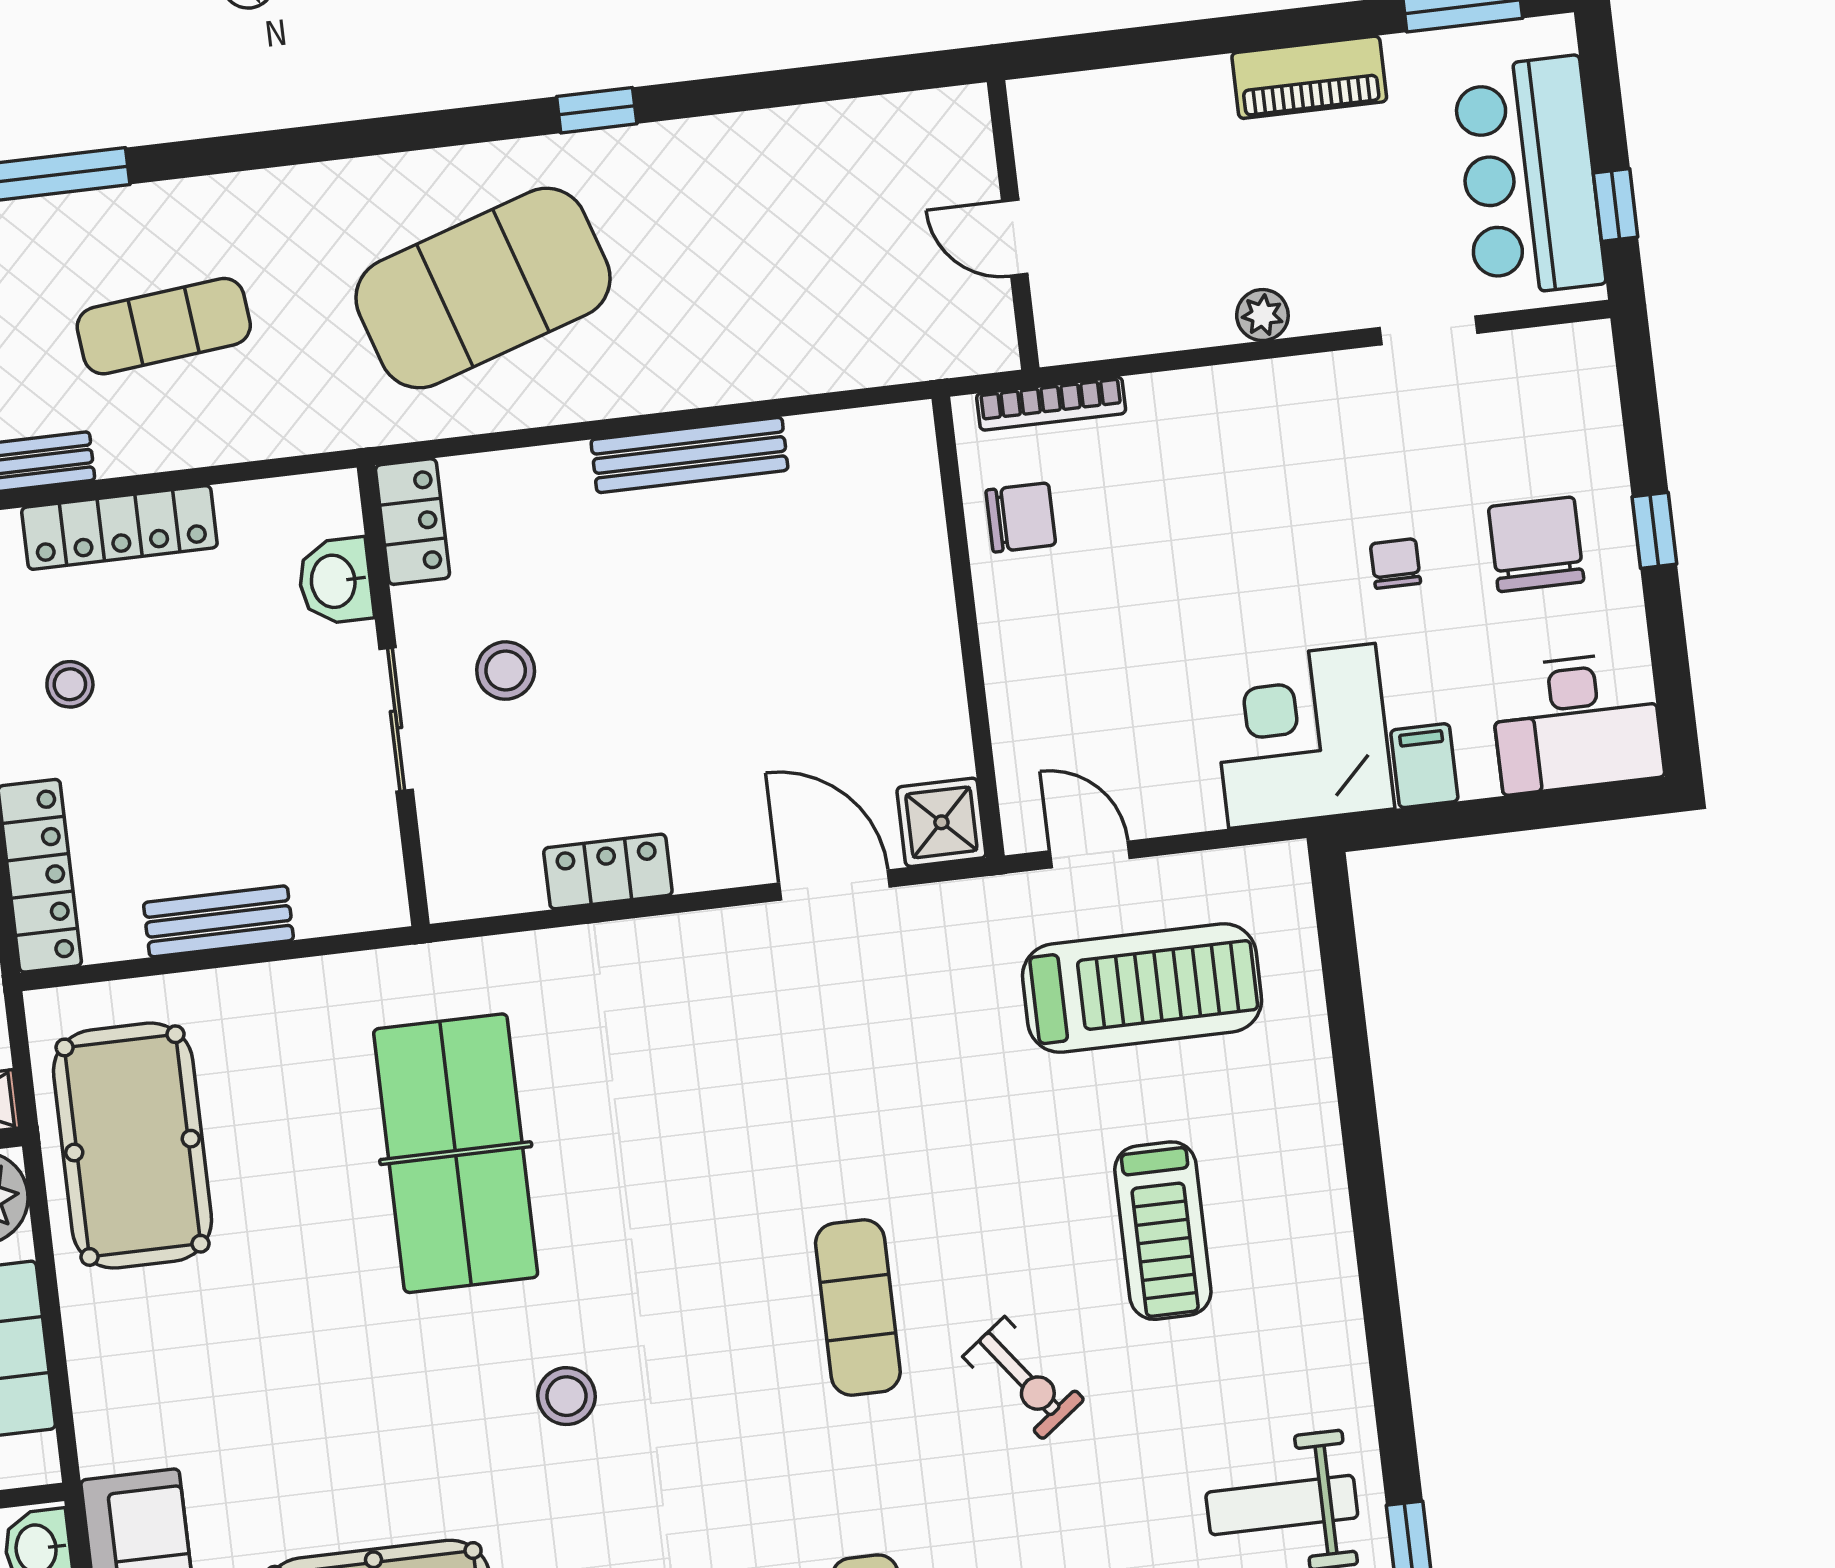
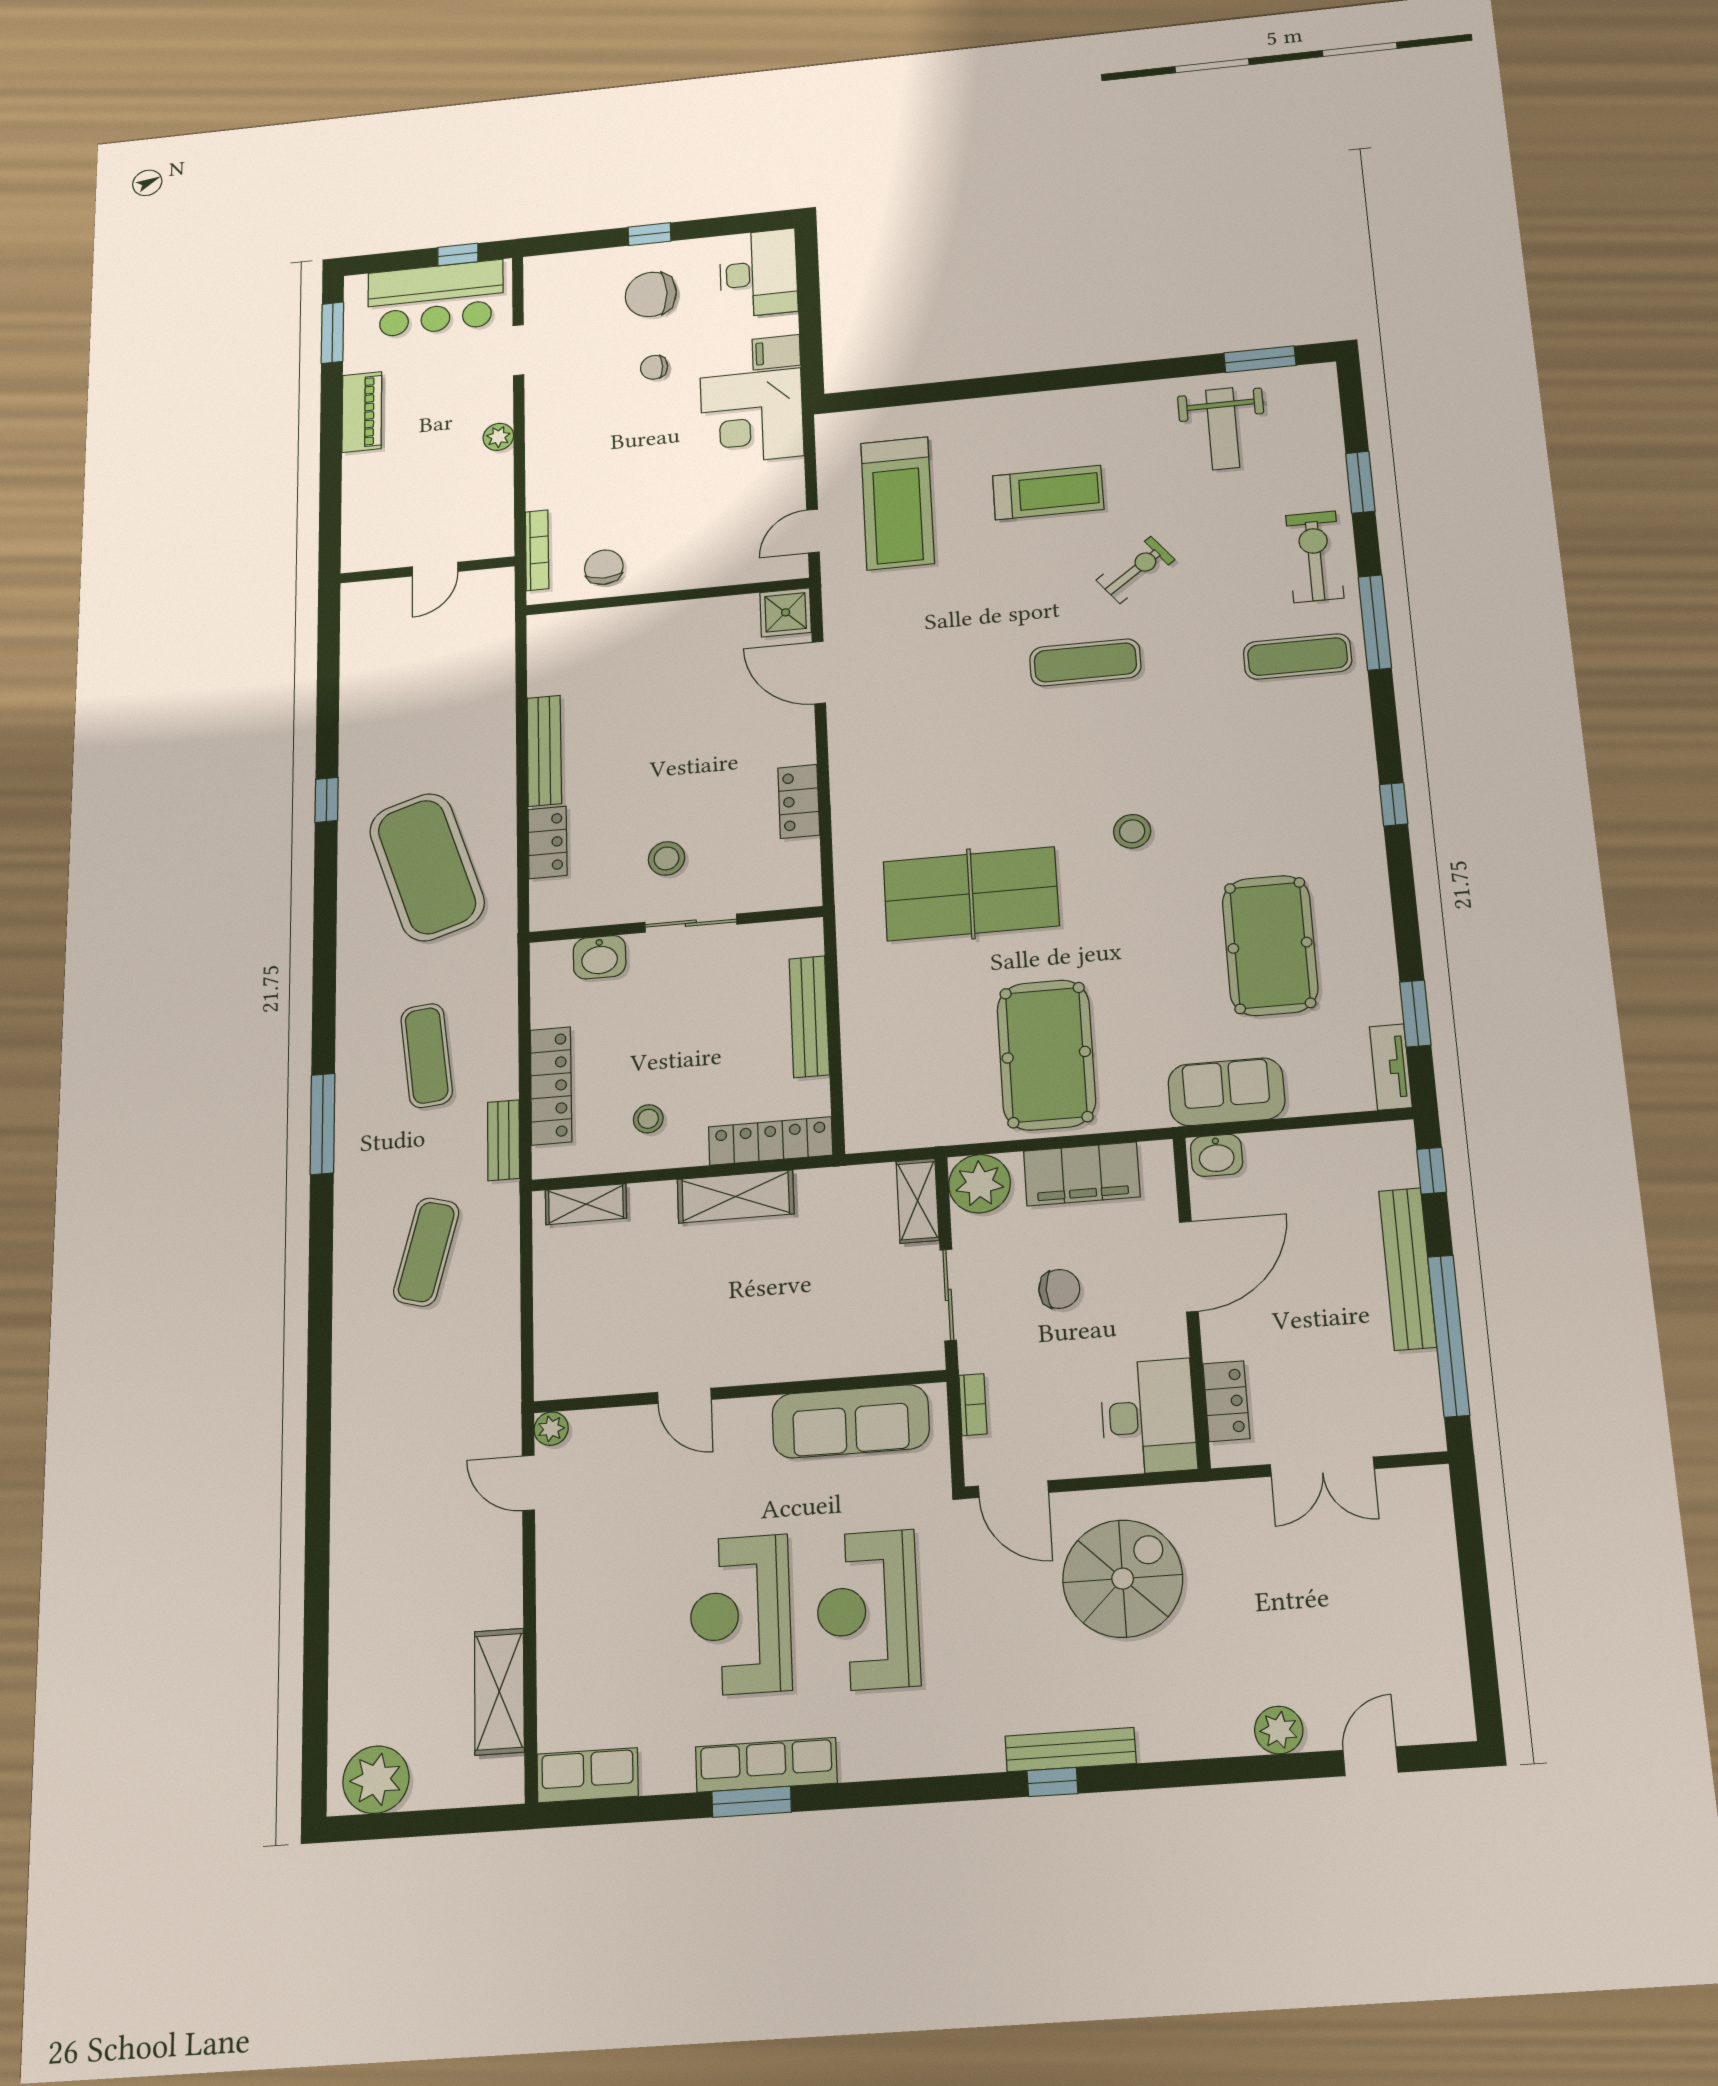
locker: (413, 522) -> (548, 842), moved, turned 90
door: (834, 885) -> (819, 673), hinge flipped
bench: (218, 921) -> (809, 1017), width x1.36
treadmill: (1142, 988) -> (897, 503), turned 180
pool table: (133, 1146) -> (1046, 1055), moved, turned 90

